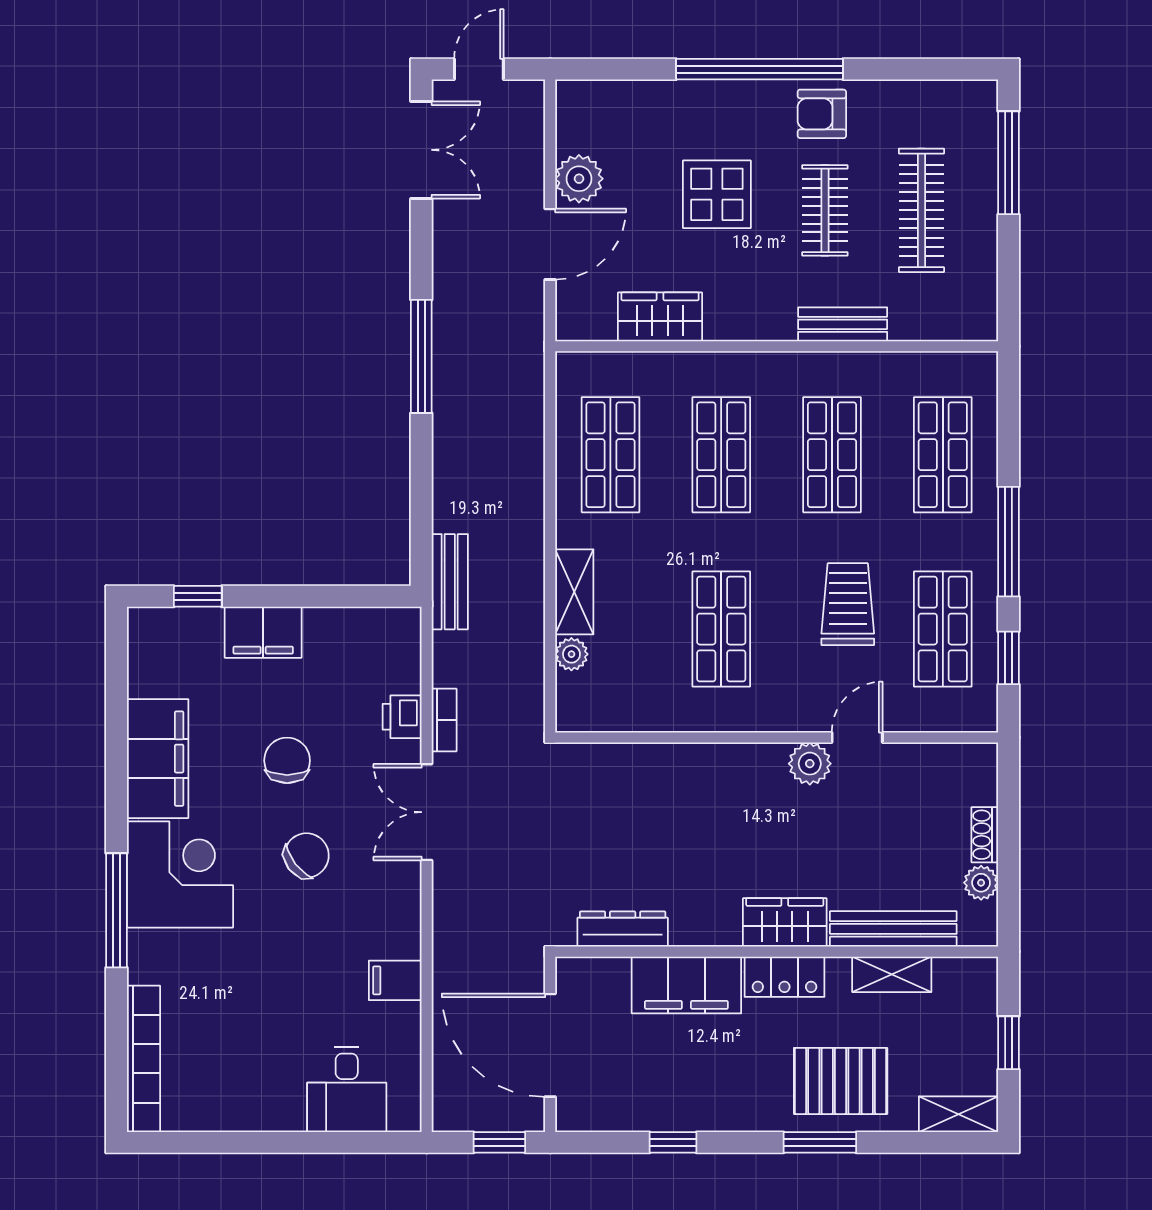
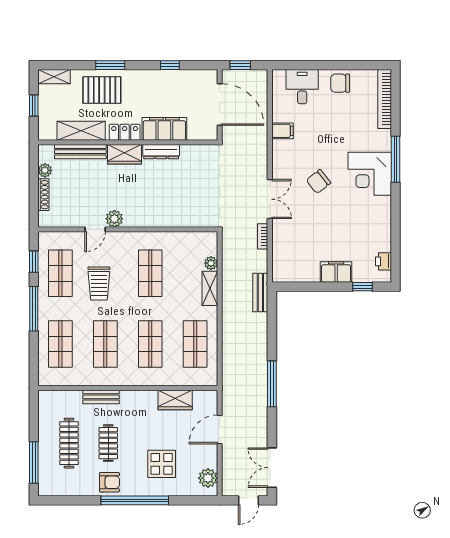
plant: (579, 179) -> (208, 478), moved
display table: (717, 194) -> (162, 464), moved
printer: (402, 717) -> (383, 261), moved, turned 180
filing cabinet: (158, 759) -> (379, 221), removed
chair: (287, 760) -> (340, 83), moved, turned 90
shoe rack: (985, 835) -> (43, 195), width x1.43
dresser: (623, 929) -> (161, 152), moved
shelving: (892, 974) -> (81, 131), width x1.50, depth x1.33

